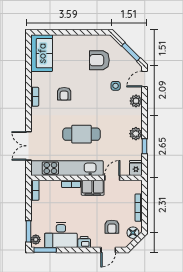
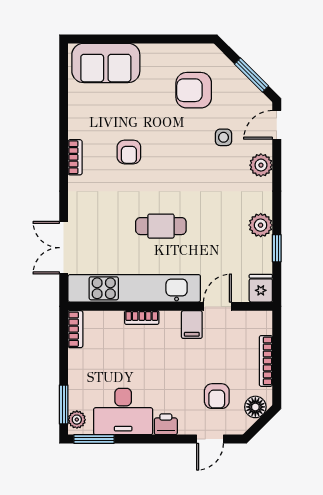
sofa: (42, 53) -> (106, 63), moved, turned 90
cafe table: (82, 134) -> (161, 226), width x0.73, depth x0.74
filing cabinet: (93, 188) -> (192, 325), width x0.50

